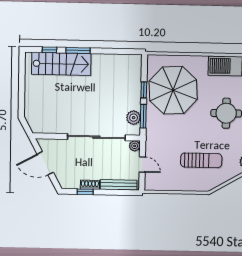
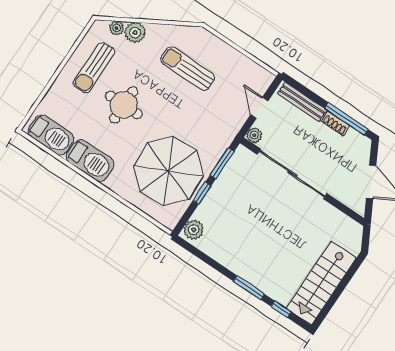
stairs: (61, 64) -> (321, 283), moved, turned -90
plant: (134, 118) -> (194, 230), moved
window: (85, 192) -> (346, 119), width x2.17

